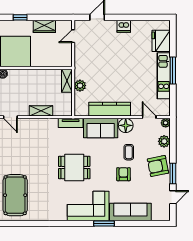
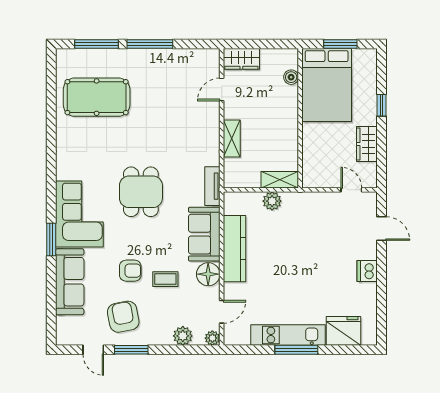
armchair: (158, 166) -> (123, 317), moved

